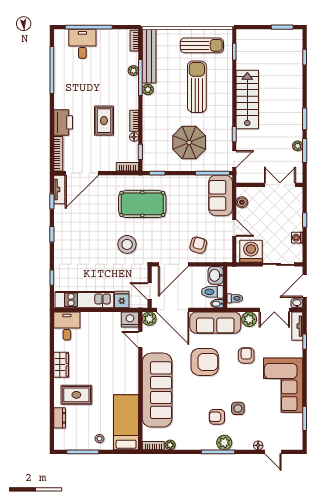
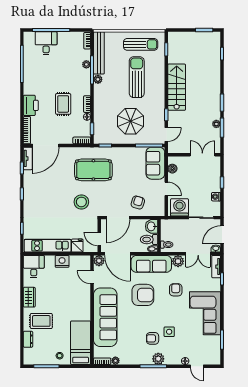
nightstand: (130, 320) -> (62, 261), moved

